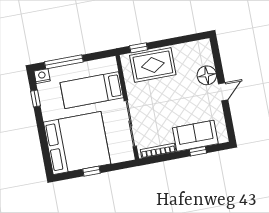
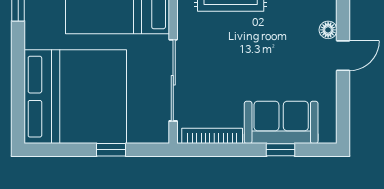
floor lamp: (207, 75) -> (328, 30), width x0.53, depth x0.53
window: (91, 171) -> (111, 150), moved

